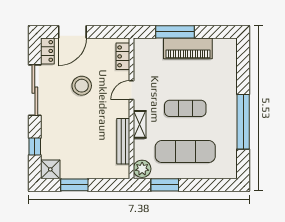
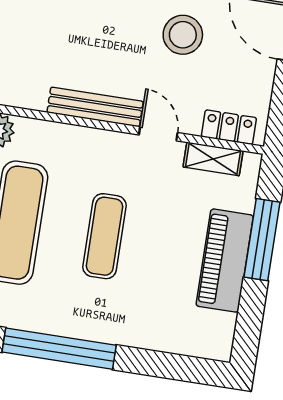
shelving: (140, 124) -> (213, 159), moved
bench: (123, 141) -> (95, 107), moved

